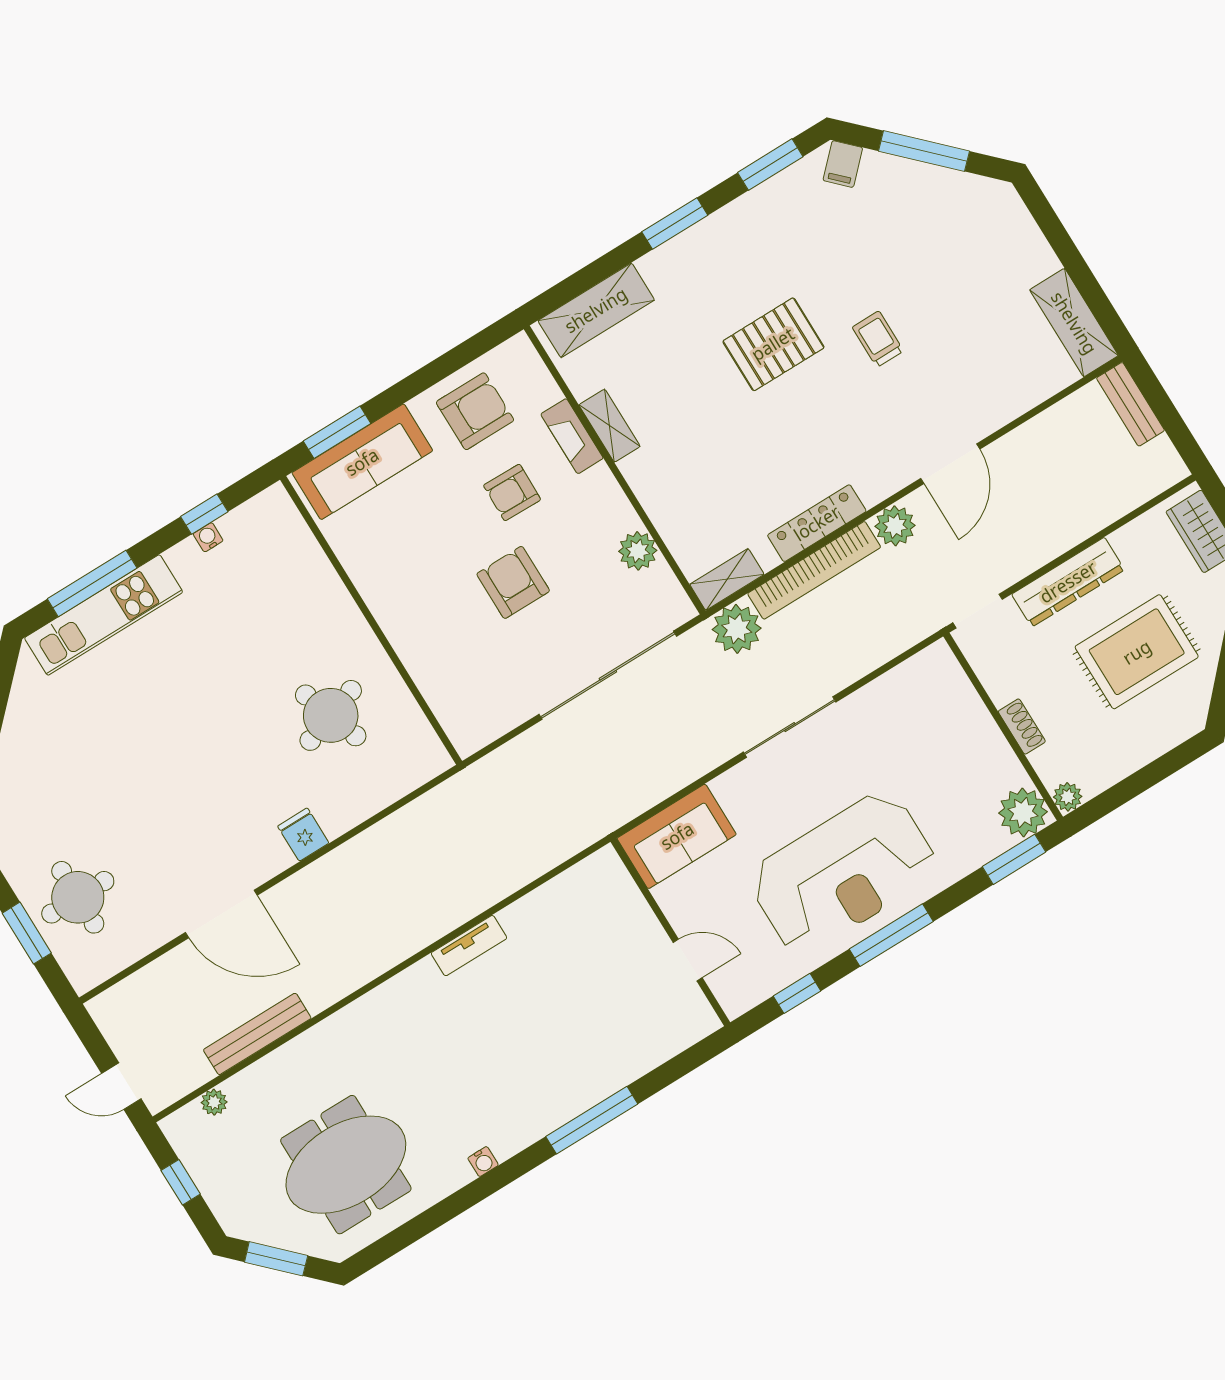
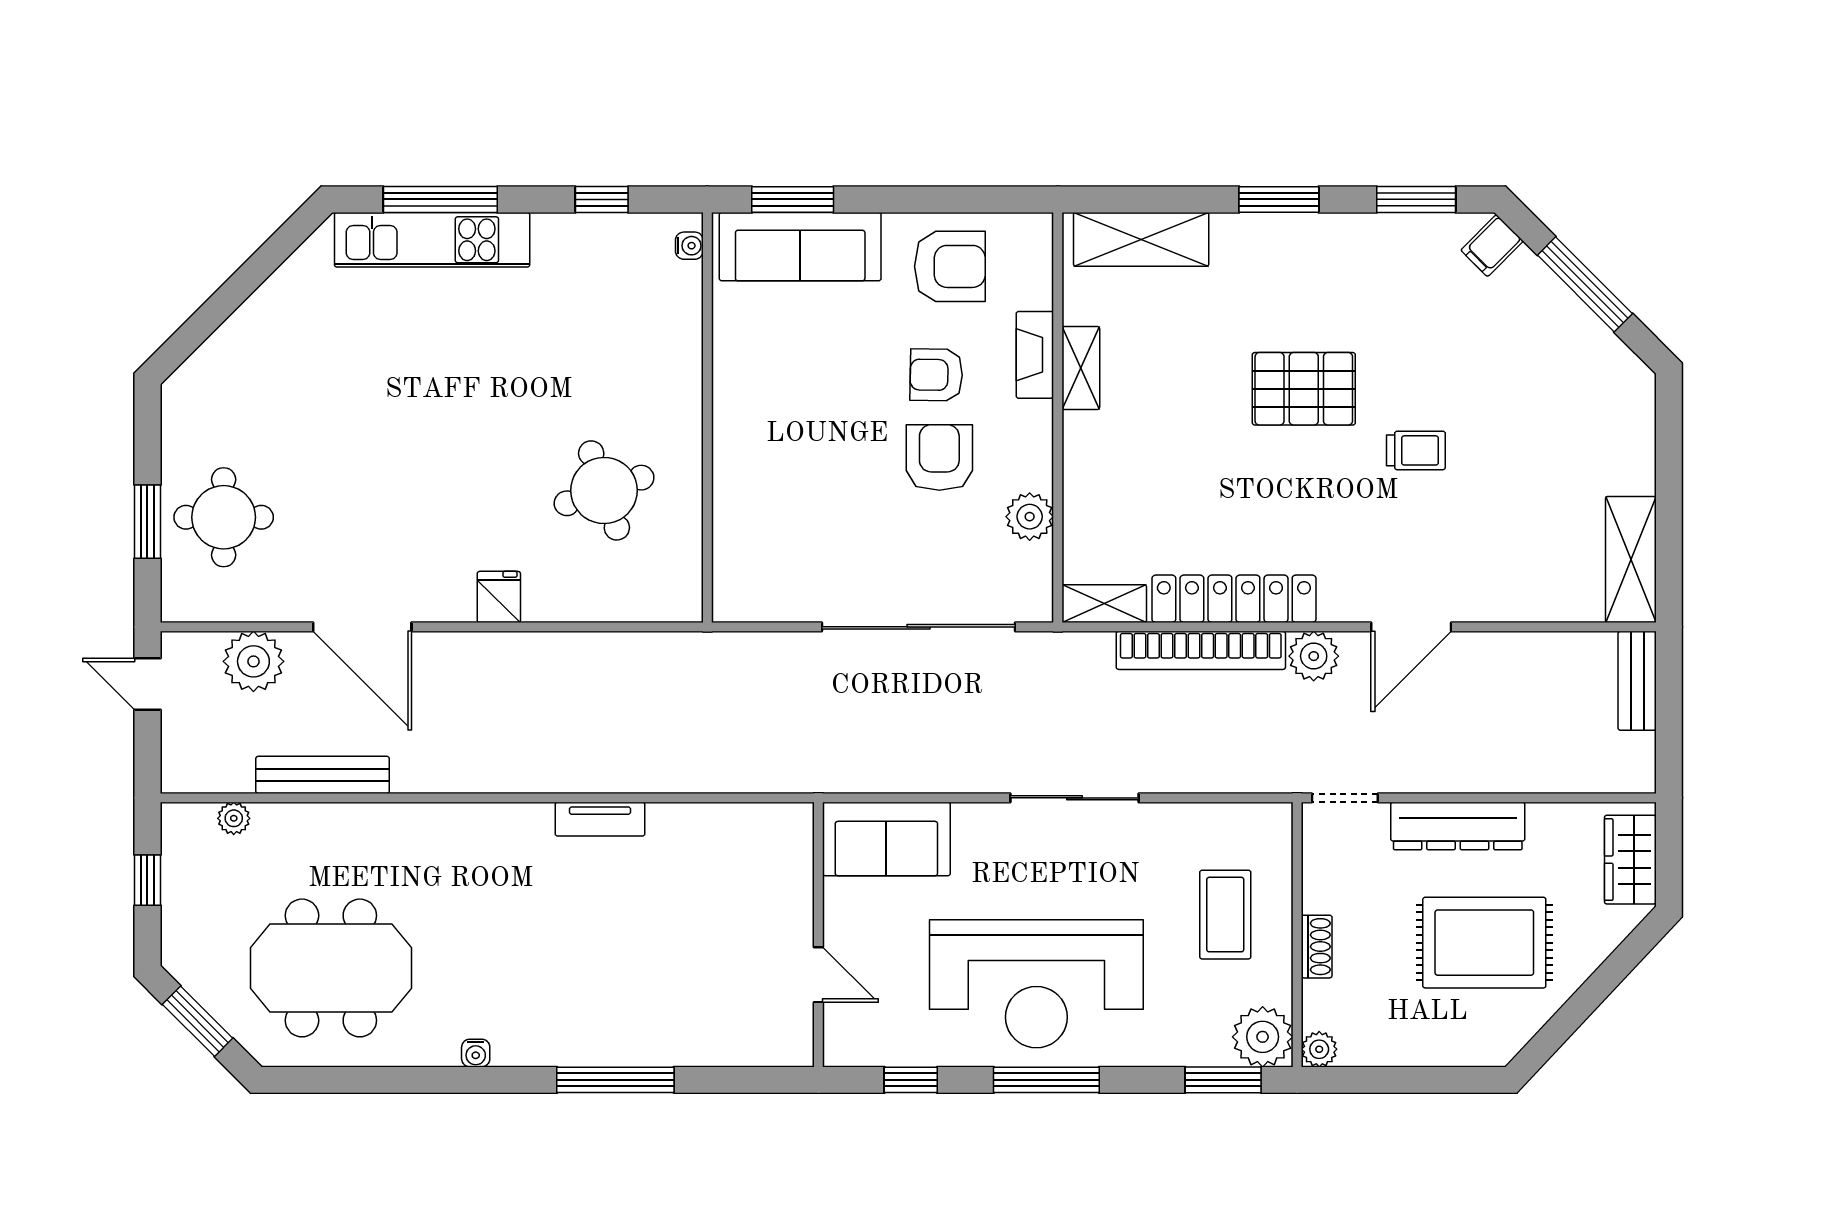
trolley: (878, 339) -> (1416, 450), turned 90
locker: (817, 523) -> (1234, 599), width x1.41, depth x1.21
water cooler: (208, 537) -> (689, 246), moved, turned 90
armchair: (513, 582) -> (939, 458), moved
plant: (737, 629) -> (253, 661), moved
coffee table: (945, 744) -> (1225, 915), added
door: (121, 1086) -> (147, 684), moved

